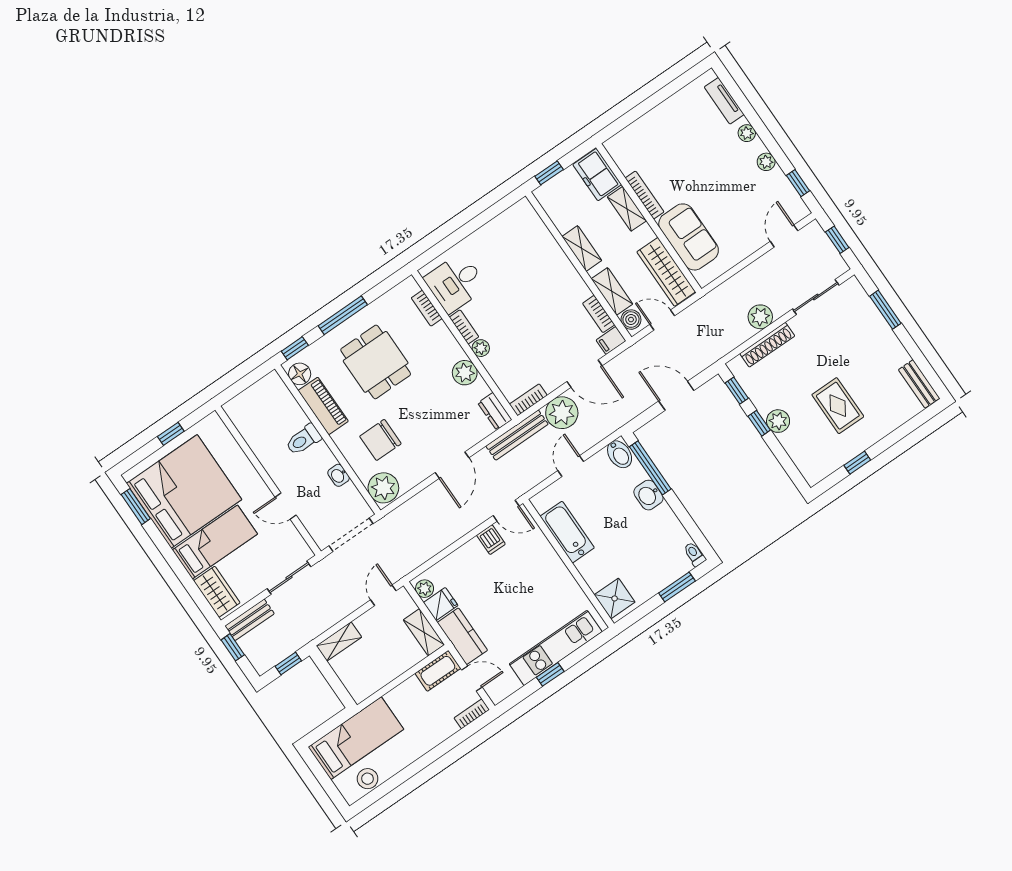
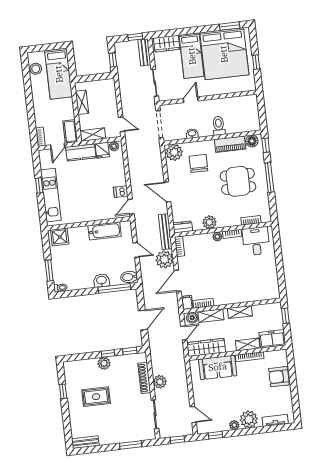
armchair: (651, 132) -> (279, 377), added
plant: (747, 133) -> (249, 419), width x1.88, depth x1.88
shelving: (339, 642) -> (82, 102), moved

